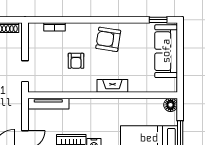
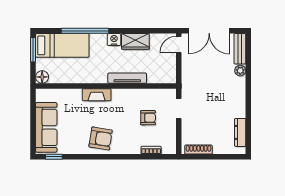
armchair: (76, 61) -> (148, 118), moved, turned 90
tv unit: (48, 104) -> (127, 78), moved

